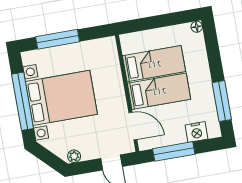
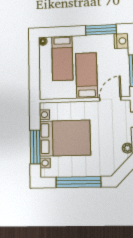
bed: (154, 64) -> (62, 58), moved, turned 180
bed with nightstands: (61, 98) -> (65, 138), moved, turned 90
nightstand: (197, 132) -> (121, 41), moved

